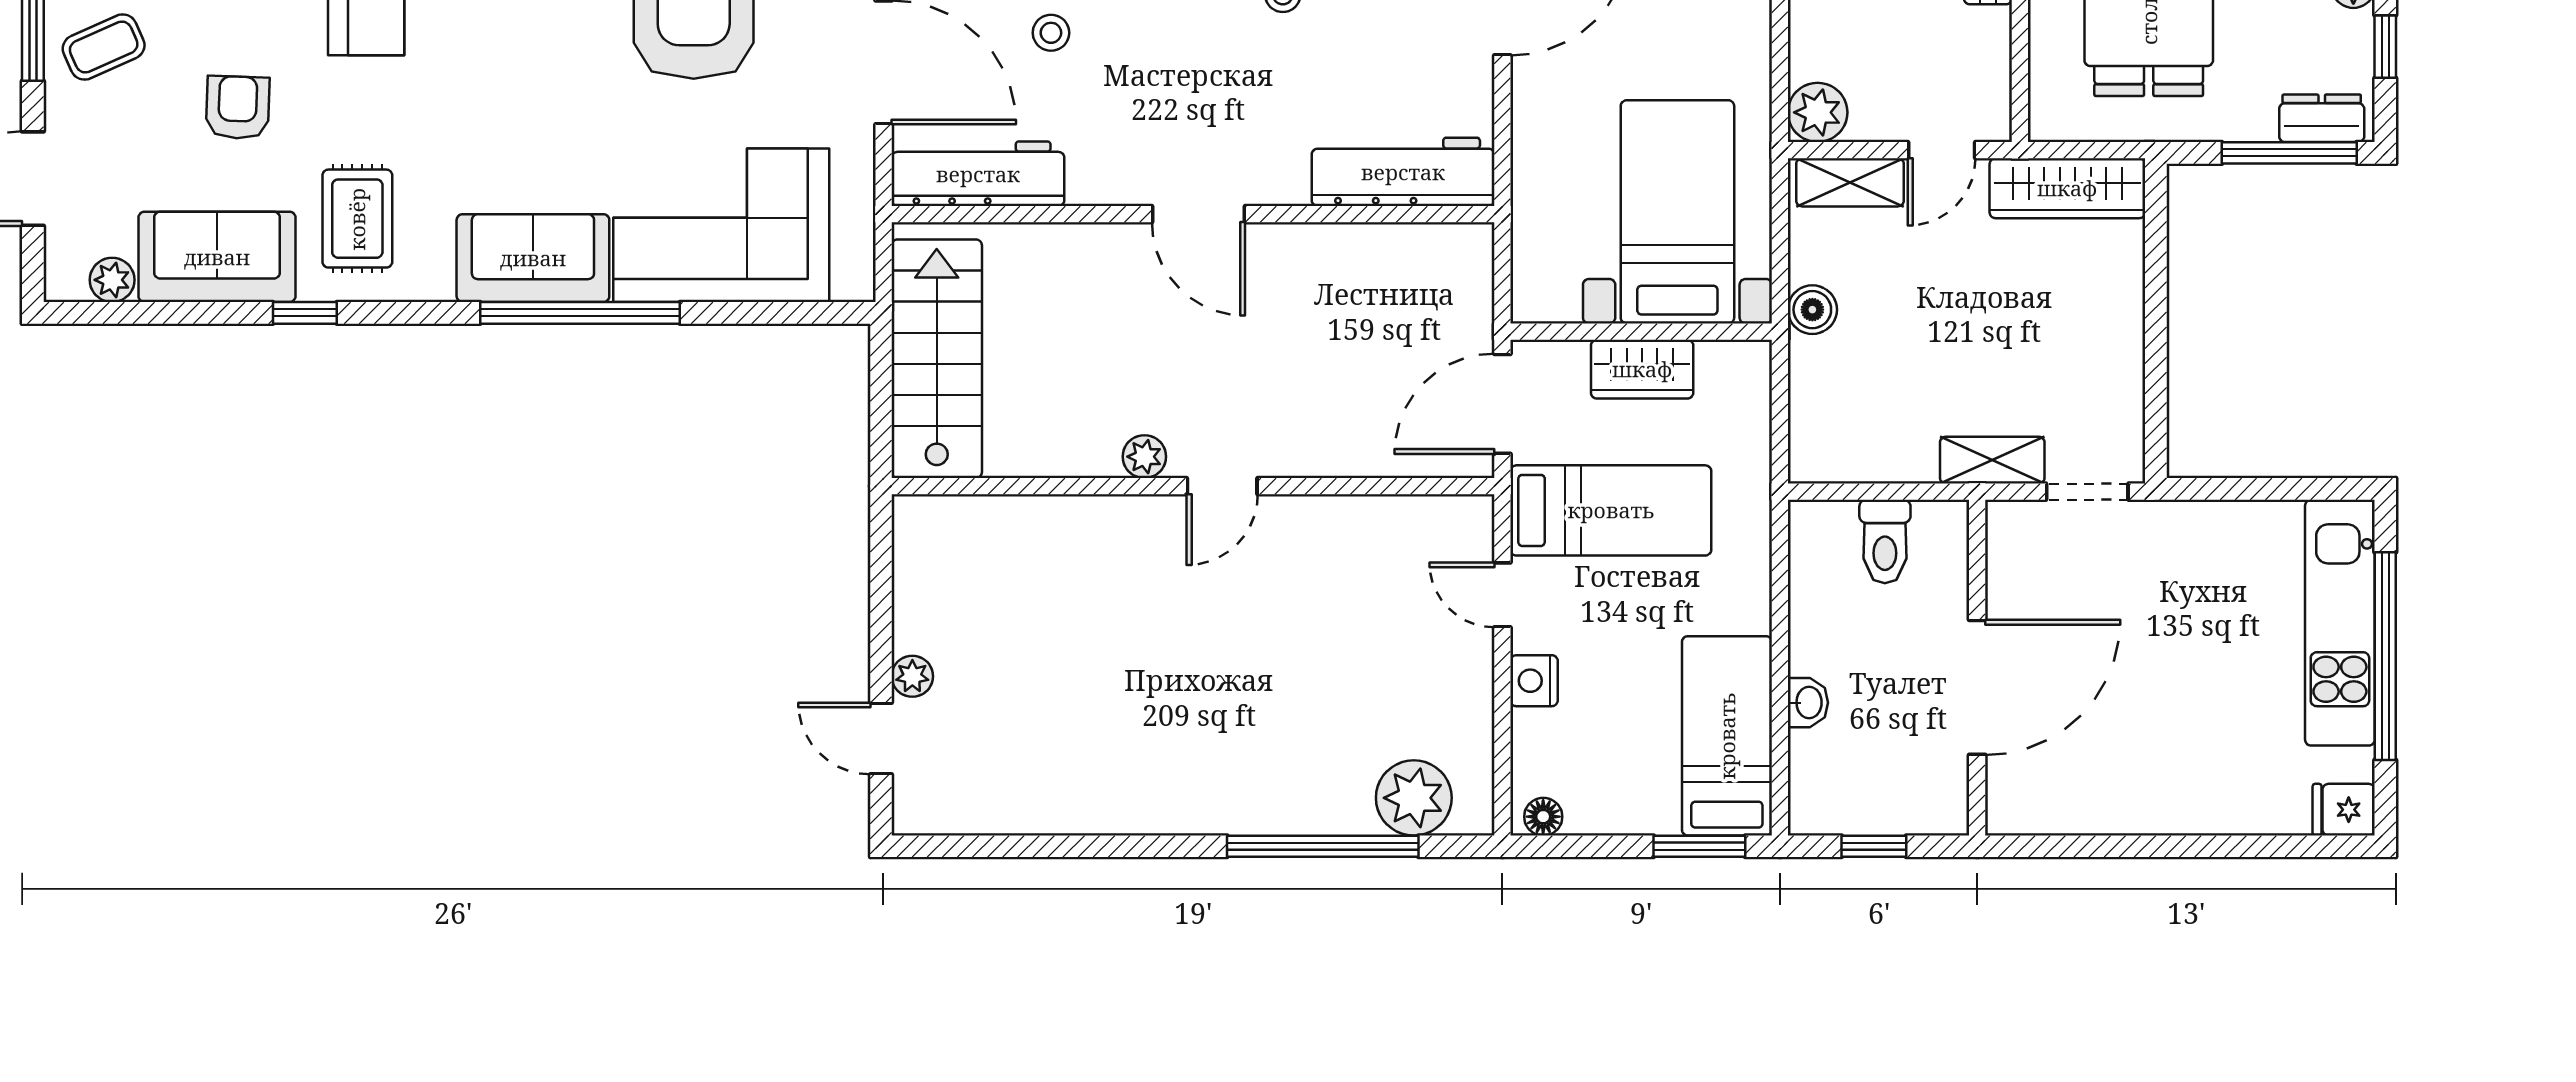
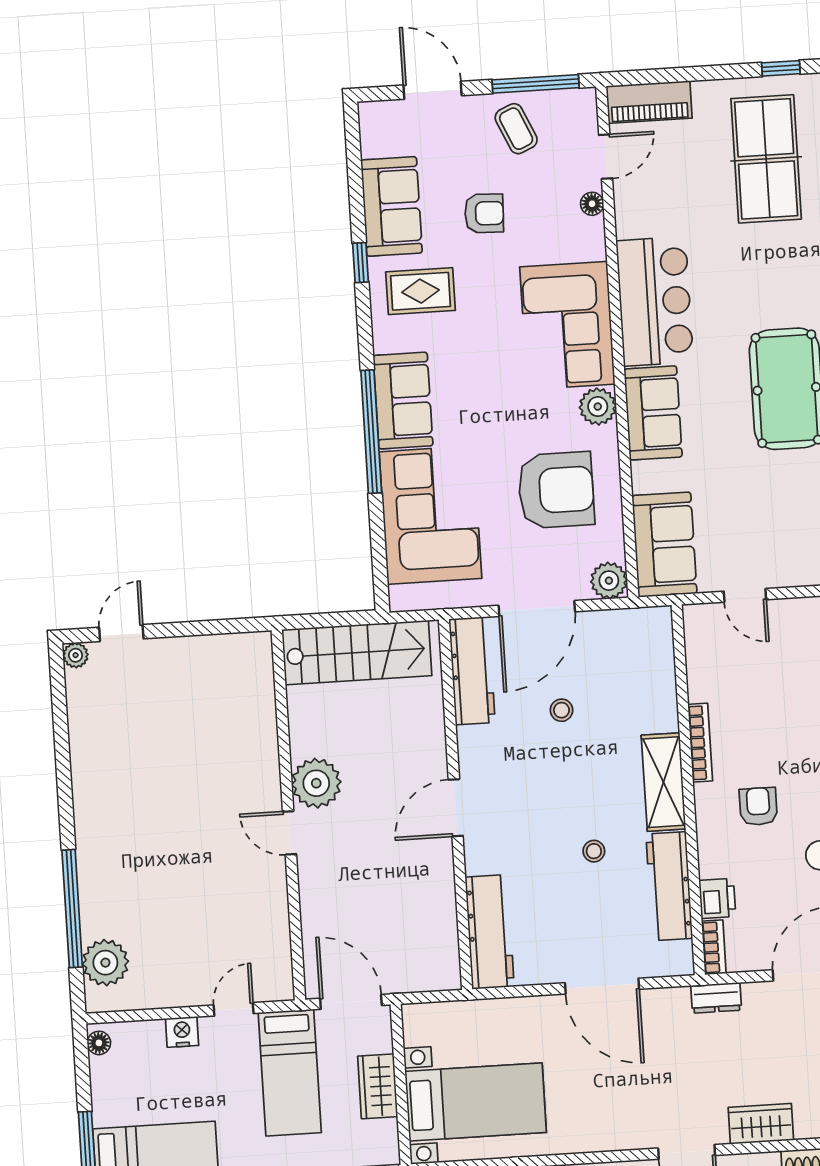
plant: (112, 280) -> (373, 143), removed
plant: (1144, 457) -> (316, 783), width x1.87, depth x1.87
plant: (912, 676) -> (76, 655), moved

